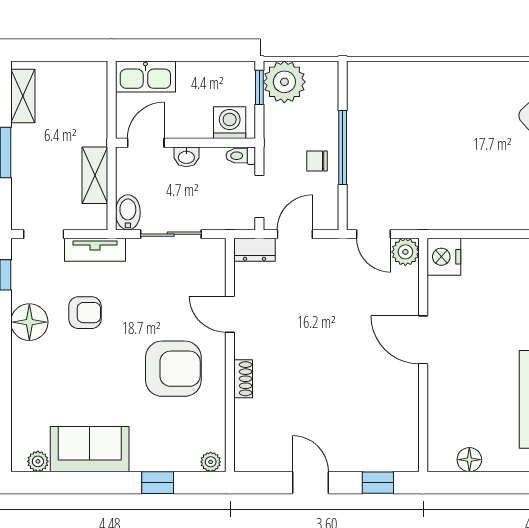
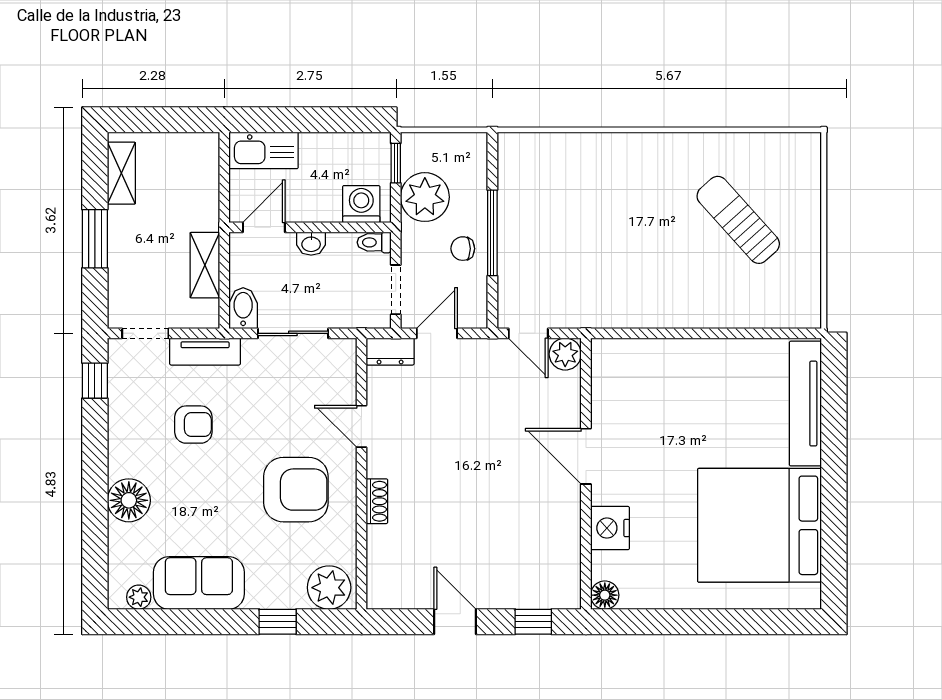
plant: (284, 82) -> (425, 197), moved
nightstand: (444, 257) -> (610, 528), moved
floor lamp: (29, 322) -> (129, 500), moved
floor lamp: (469, 460) -> (605, 595), moved
plant: (211, 462) -> (329, 588), width x1.88, depth x1.88

